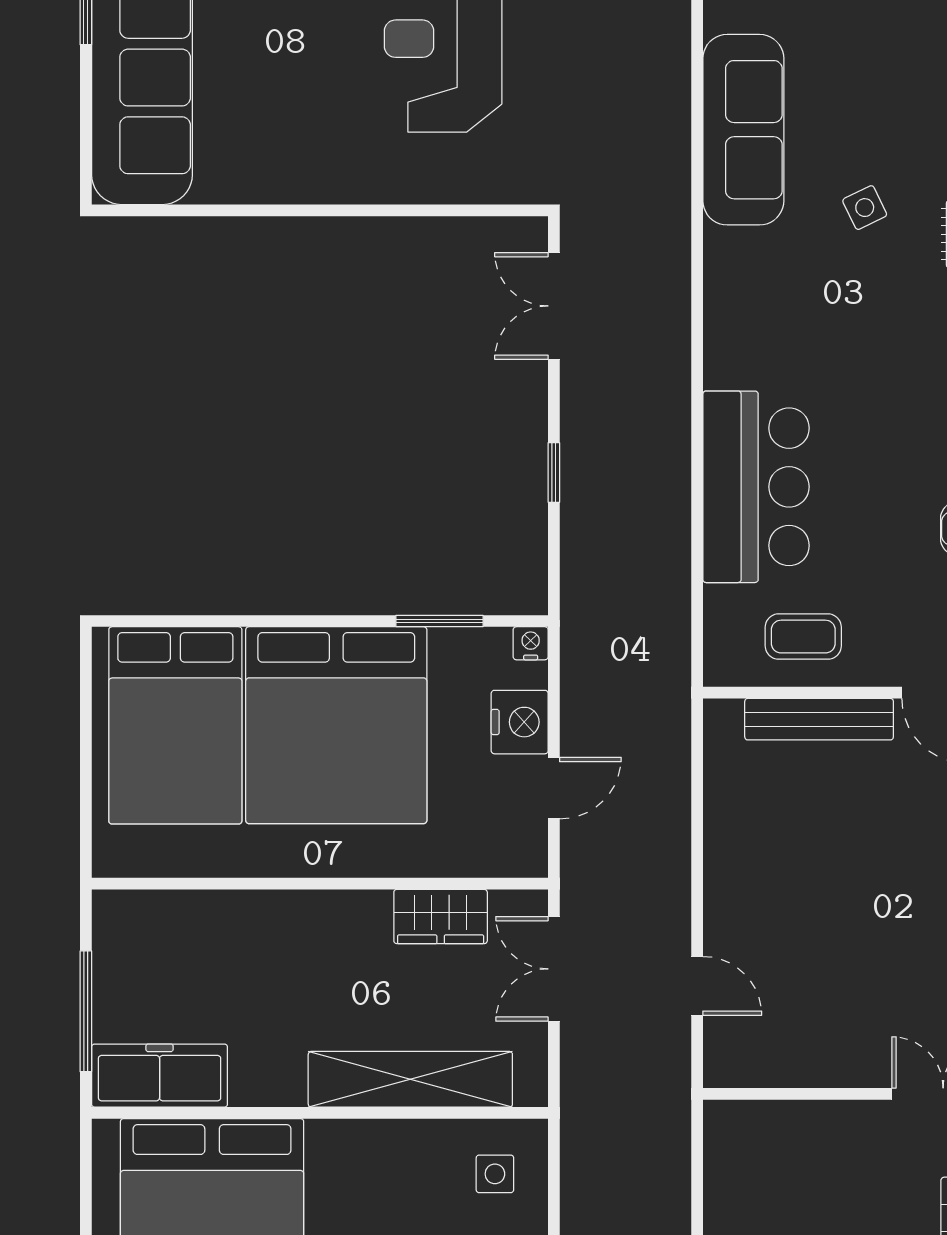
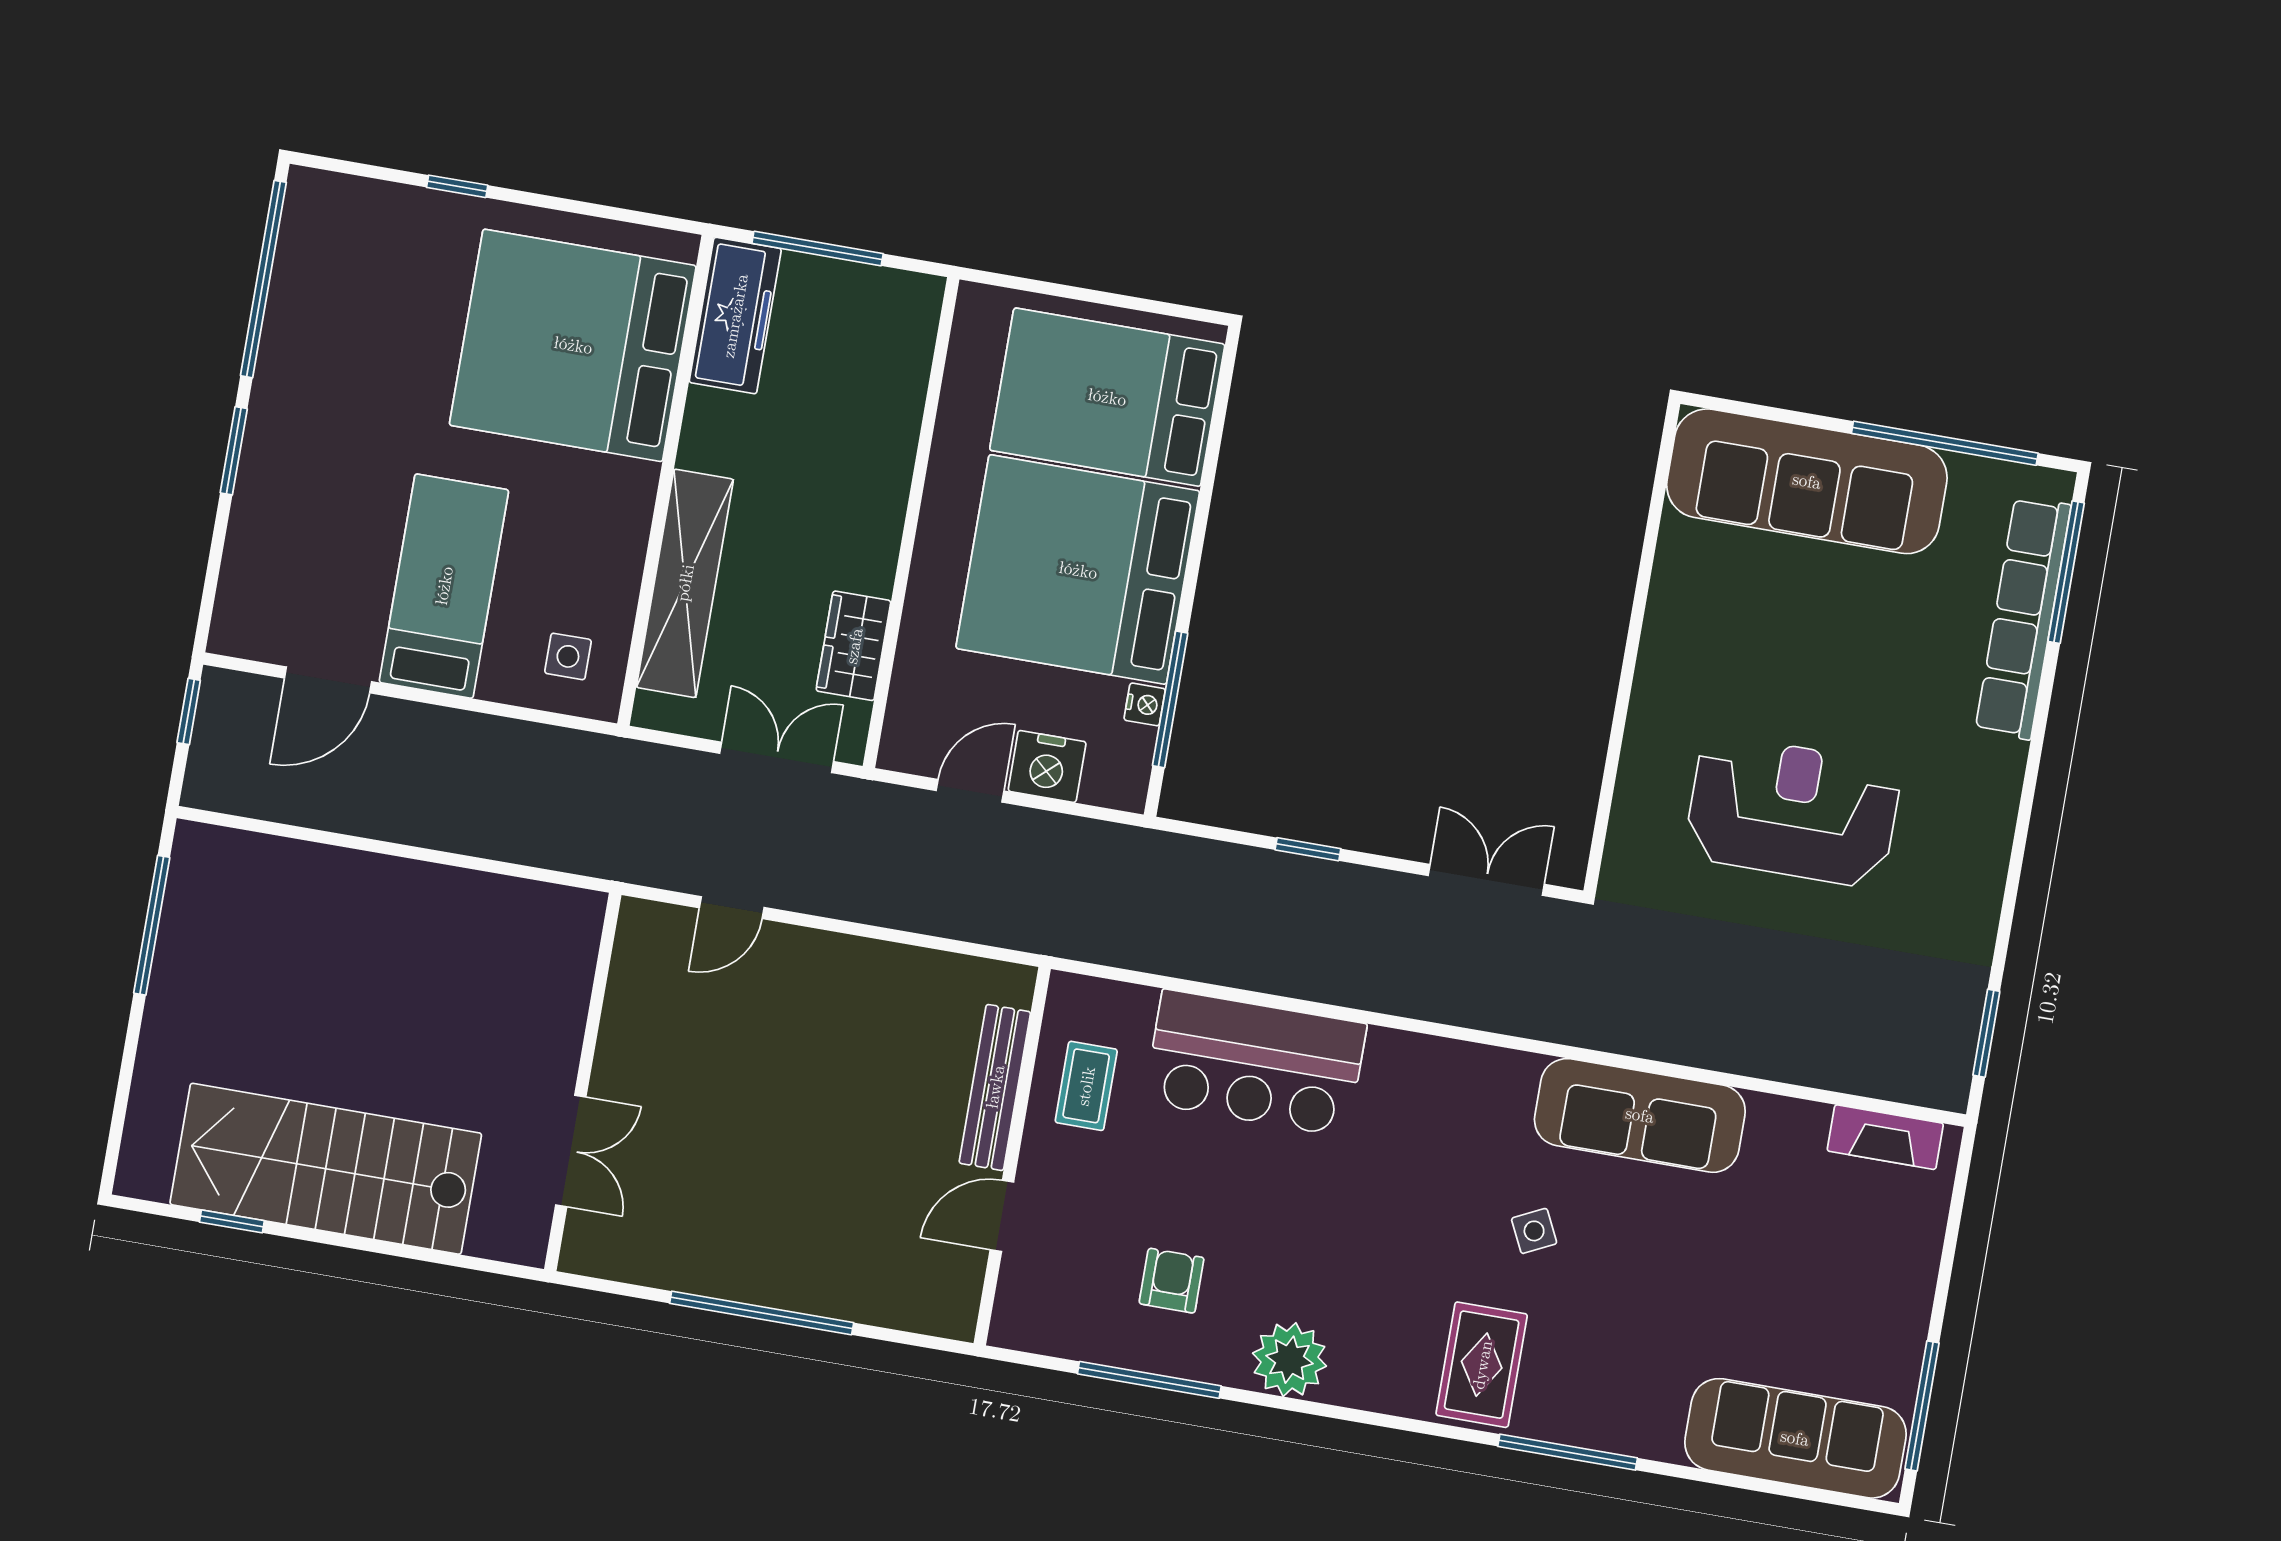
window: (440, 621) -> (1170, 699), width x1.44
nightstand: (531, 643) -> (1145, 704), moved
door: (554, 788) -> (970, 791), swing flipped

